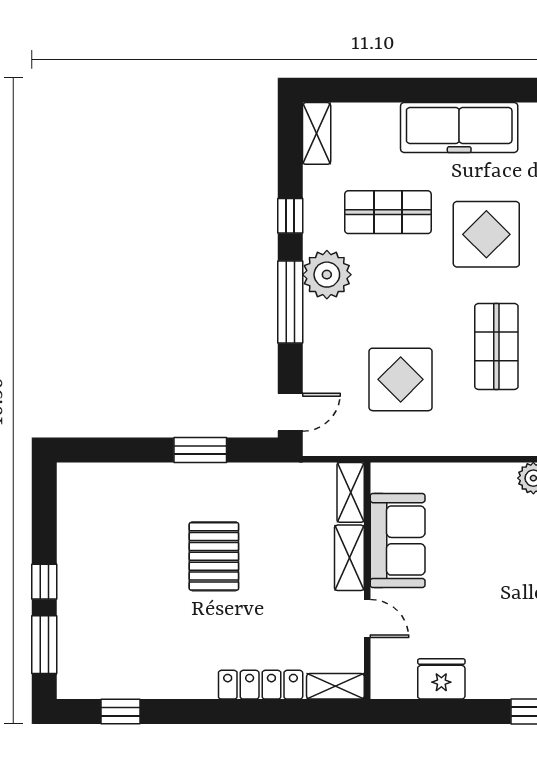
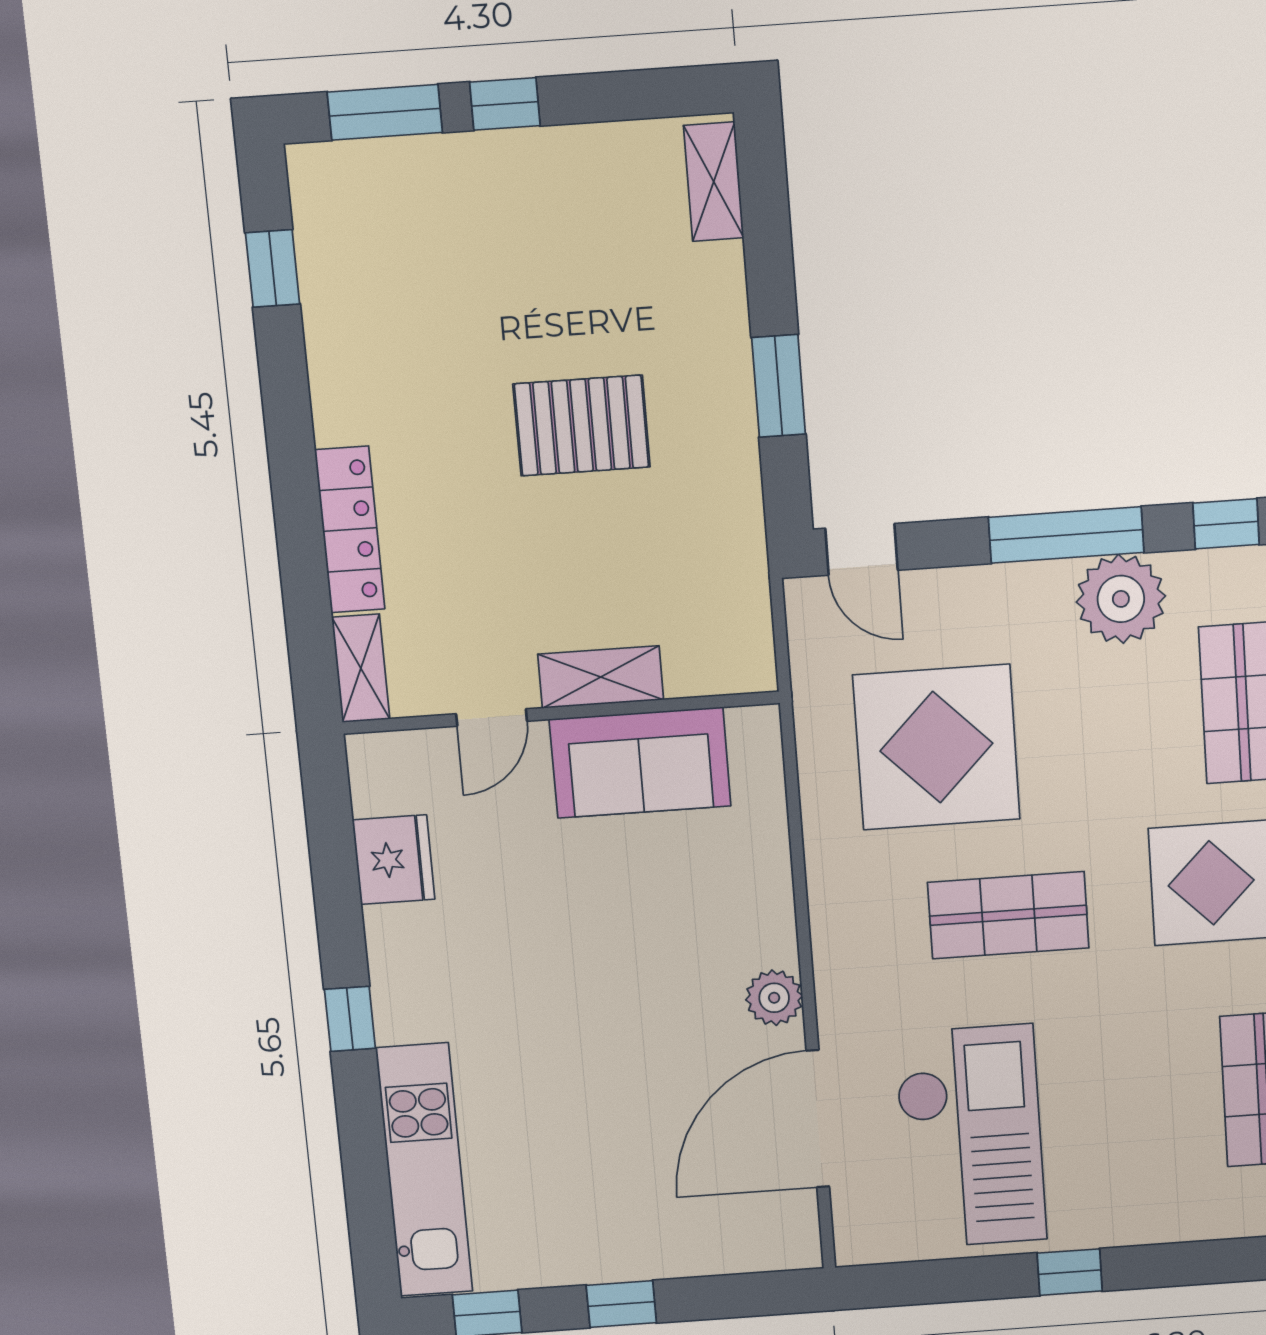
display table: (401, 379) -> (936, 747), width x1.36, depth x1.36
shelving: (351, 492) -> (714, 182), moved, turned 90

